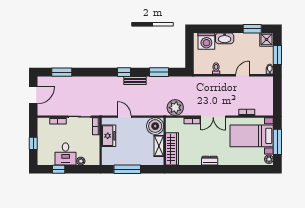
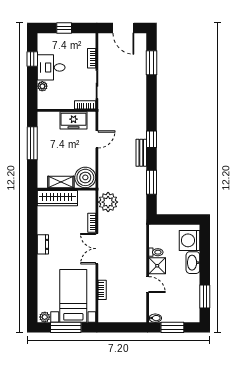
shower: (267, 40) -> (157, 266), moved

